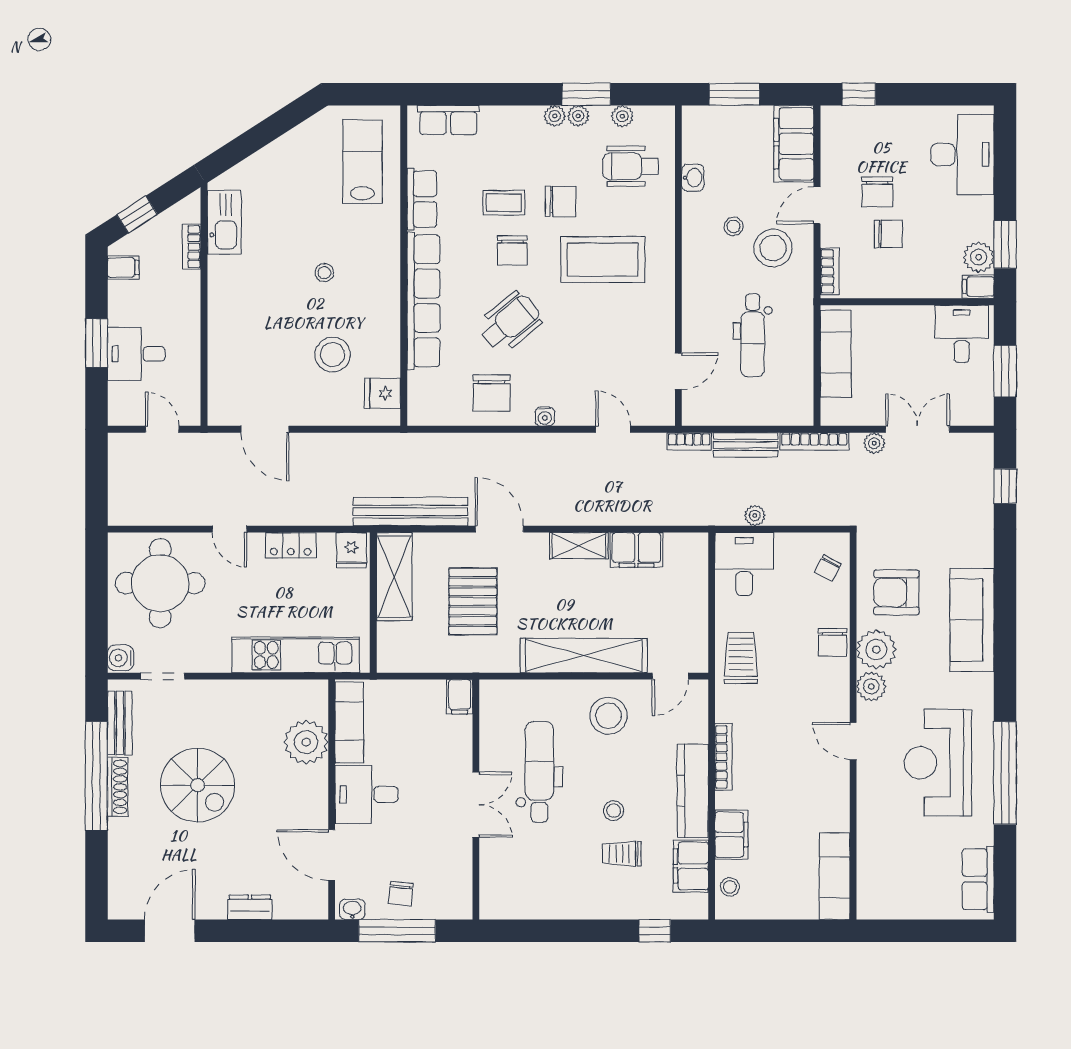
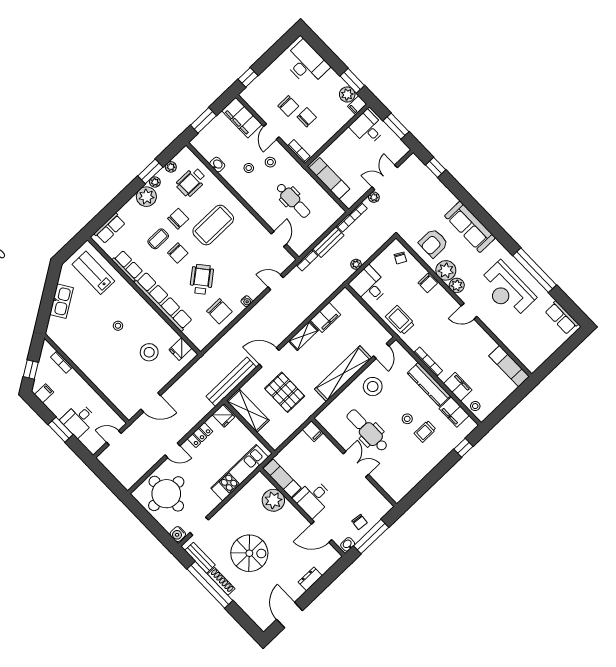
plant: (555, 116) -> (146, 197), width x1.87, depth x1.87
kitchen sink: (224, 222) -> (61, 301), moved, turned 57
stool: (773, 248) -> (270, 162), width x0.53, depth x0.53

